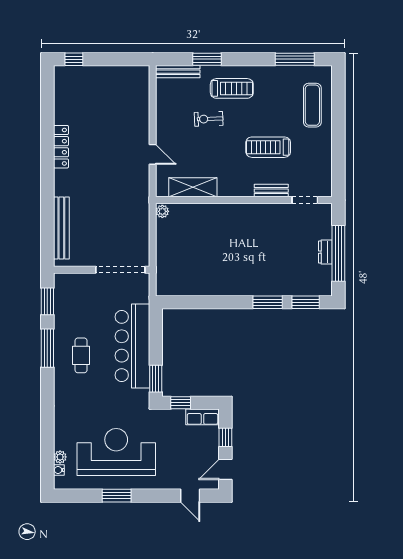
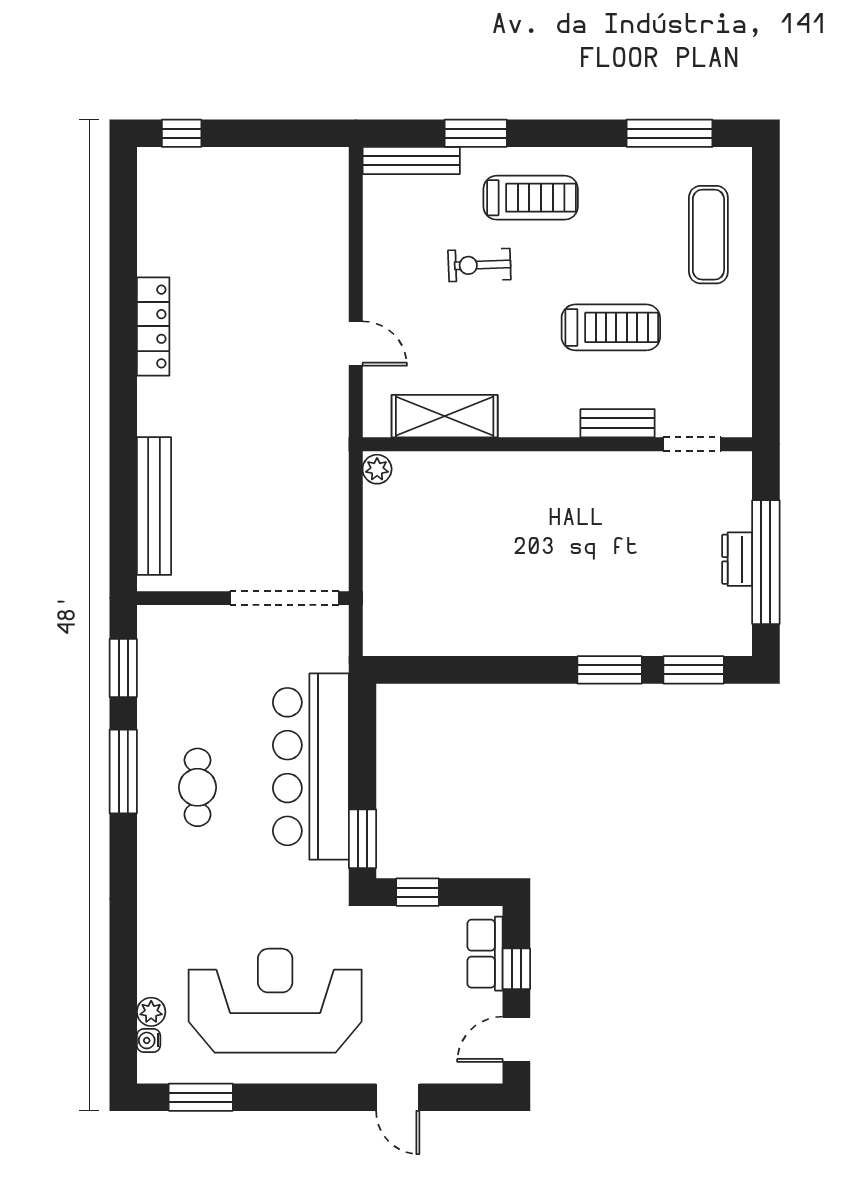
treadmill: (268, 147) -> (611, 327), turned 180
row of seats: (202, 417) -> (485, 954), moved, turned 90
window: (117, 496) -> (201, 1097), moved
door: (190, 496) -> (398, 1097), moved

